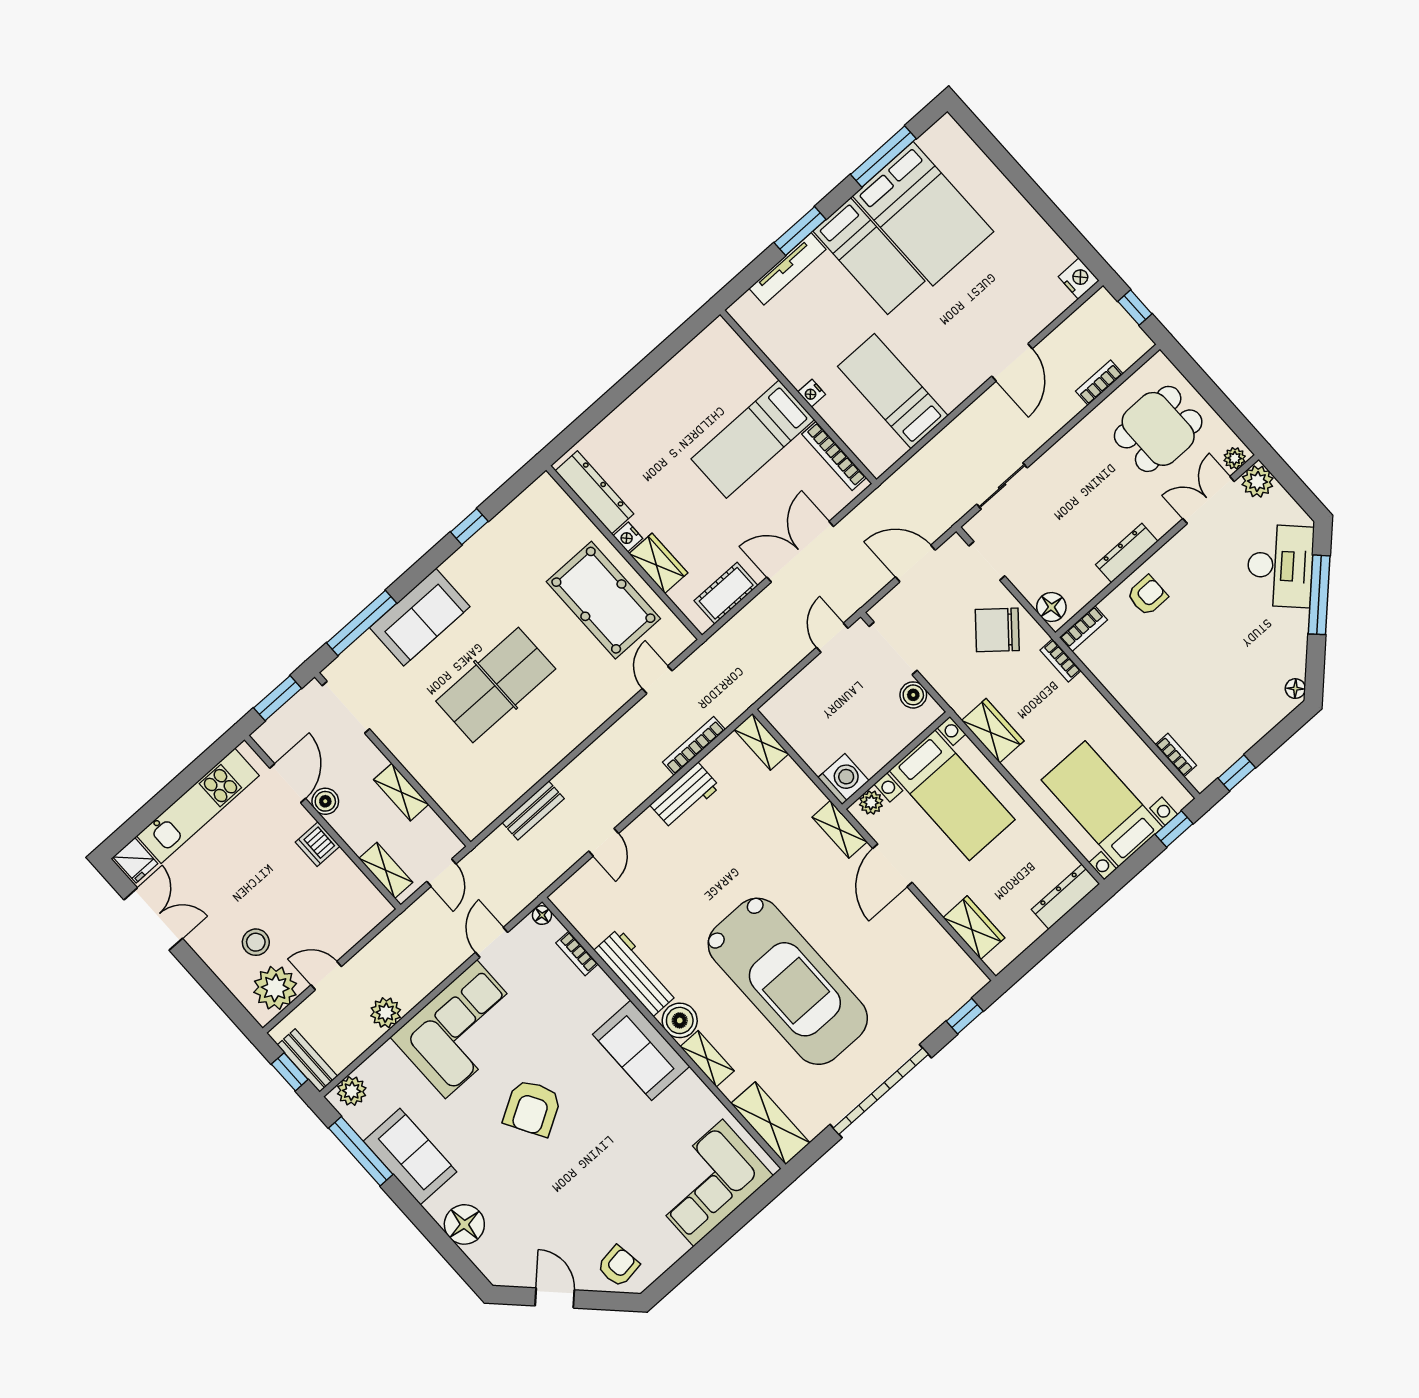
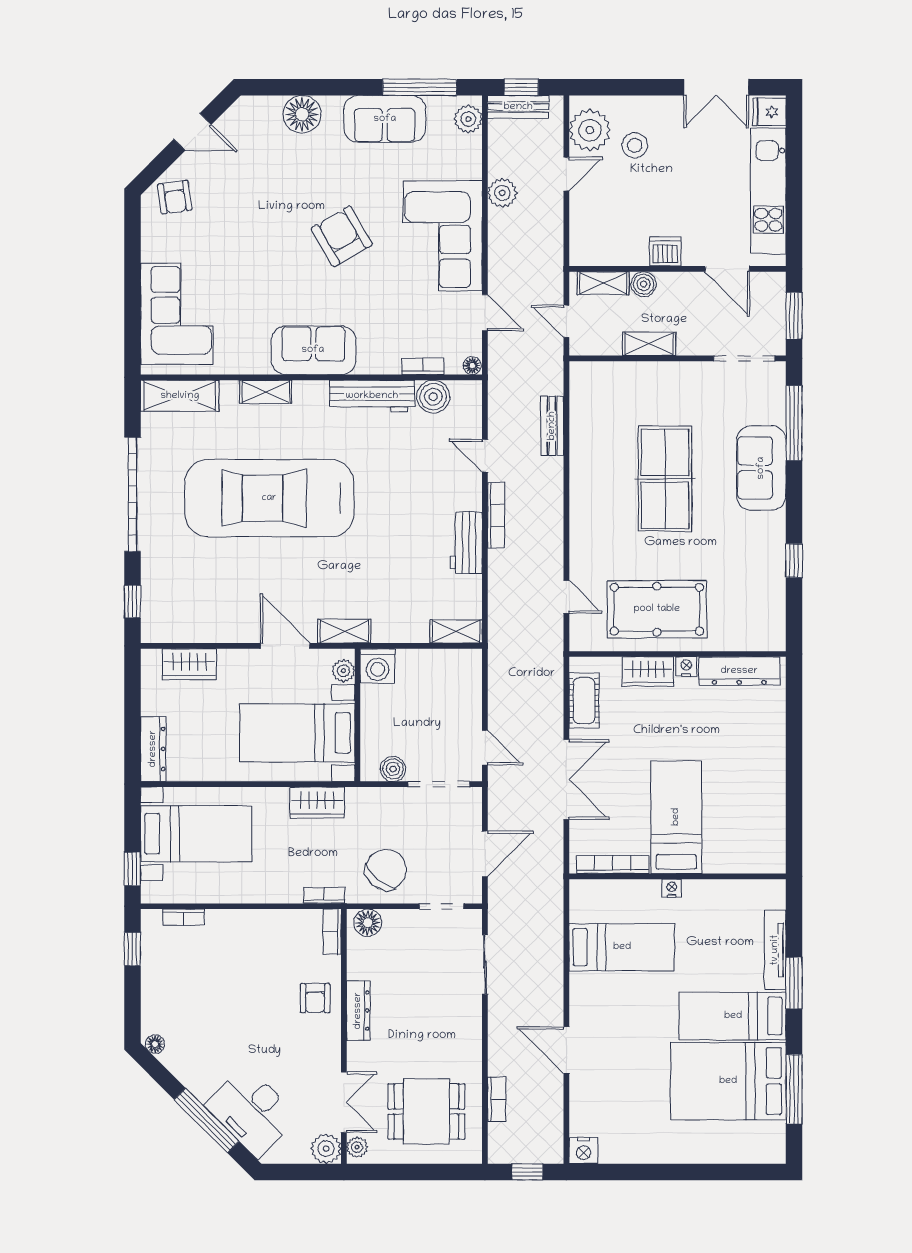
dining table: (1158, 429) -> (426, 1112), turned 90
bookcase: (694, 746) -> (496, 515), moved
boiler: (325, 801) -> (644, 284), moved
boiler: (680, 1020) -> (433, 397), moved

